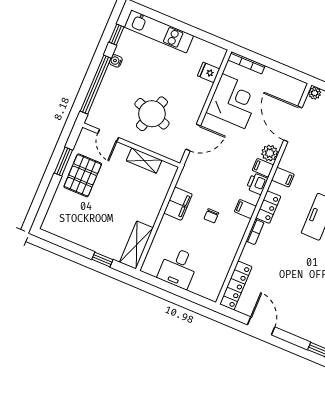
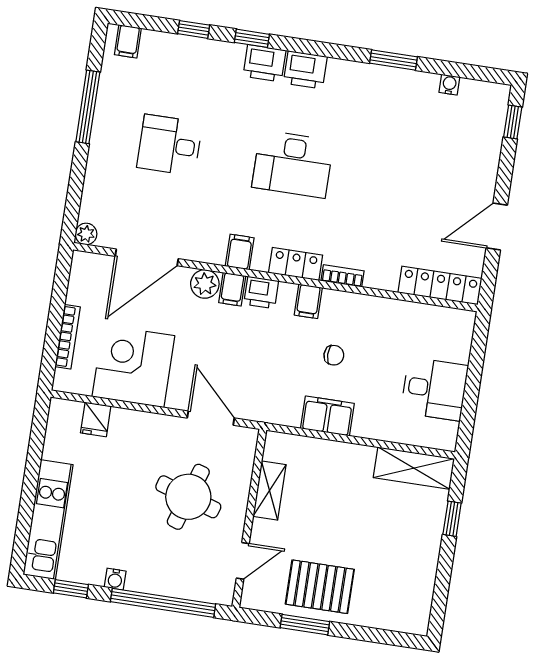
bookcase: (246, 63) -> (68, 337), moved

